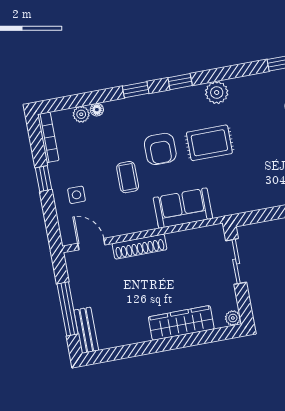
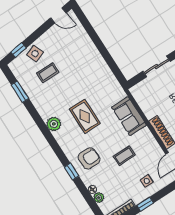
window: (180, 82) -> (56, 148), removed
armchair: (160, 149) -> (89, 158), moved
sliding door: (236, 261) -> (157, 66), moved

